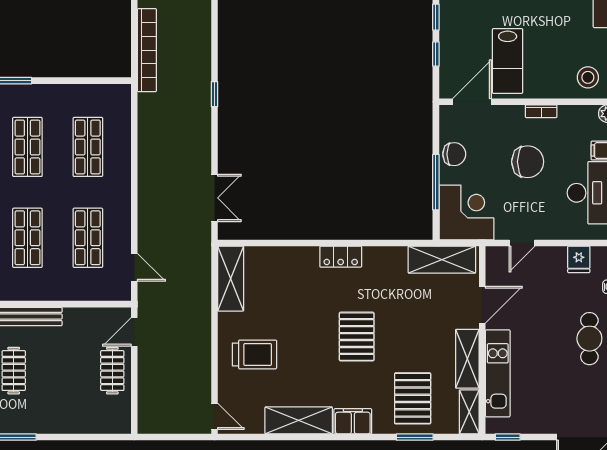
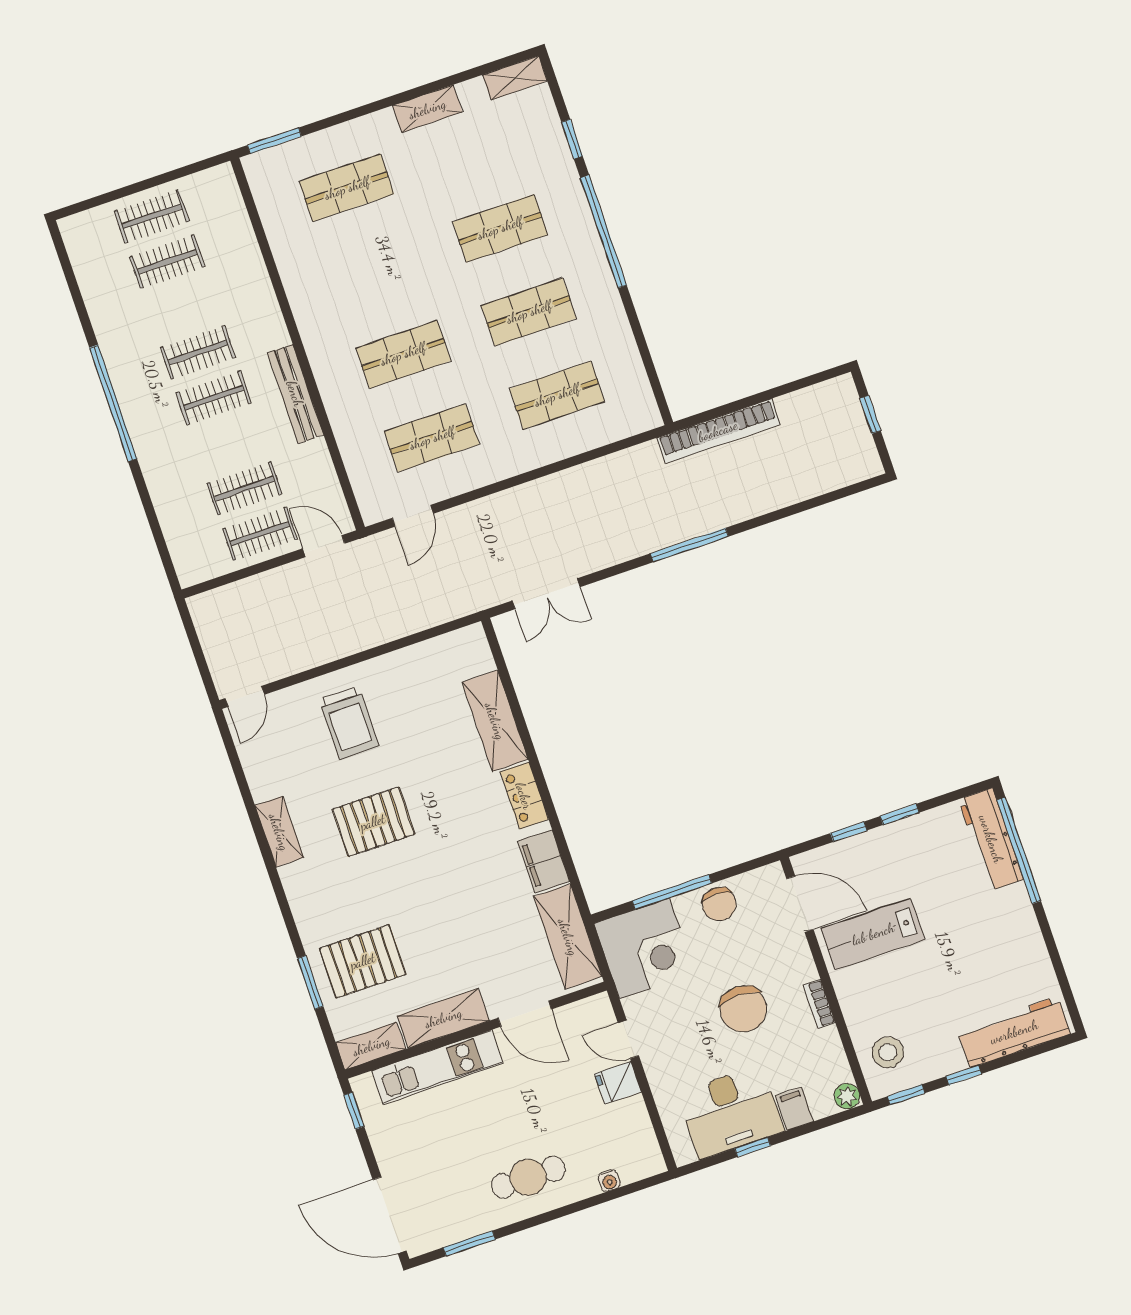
window: (214, 94) -> (689, 545), width x2.17
fridge: (579, 259) -> (618, 1083), moved
shelving: (231, 279) -> (495, 721), moved, turned 90
pallet: (357, 337) -> (373, 822), moved
clothes rail: (79, 371) -> (244, 489), added
shelving: (299, 420) -> (279, 832), width x0.67, depth x0.75
filing cabinet: (353, 421) -> (544, 861), moved, turned 180

